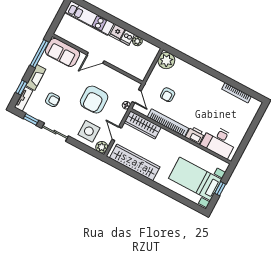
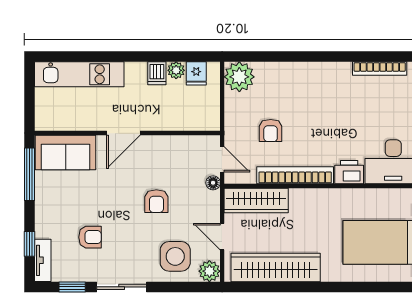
fridge: (117, 32) -> (196, 73), moved
fireplace: (36, 77) -> (44, 216), removed
armchair: (94, 100) -> (156, 201), width x0.53, depth x0.53

